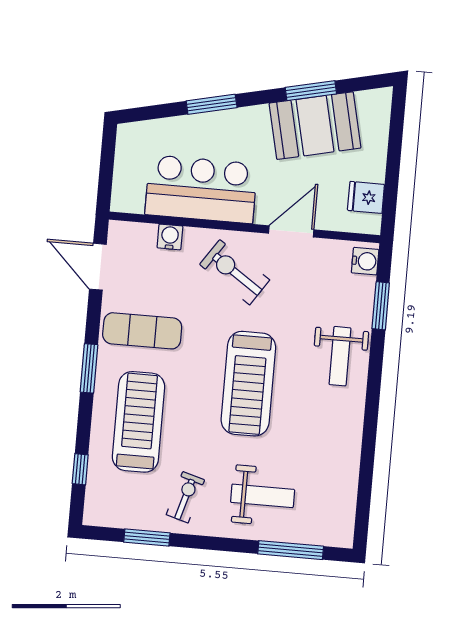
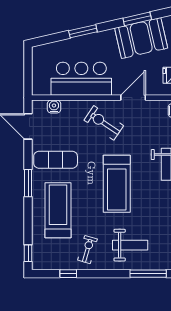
water cooler: (170, 237) -> (54, 107), moved
window: (80, 469) -> (28, 253), moved
window: (147, 538) -> (68, 274), width x0.67

